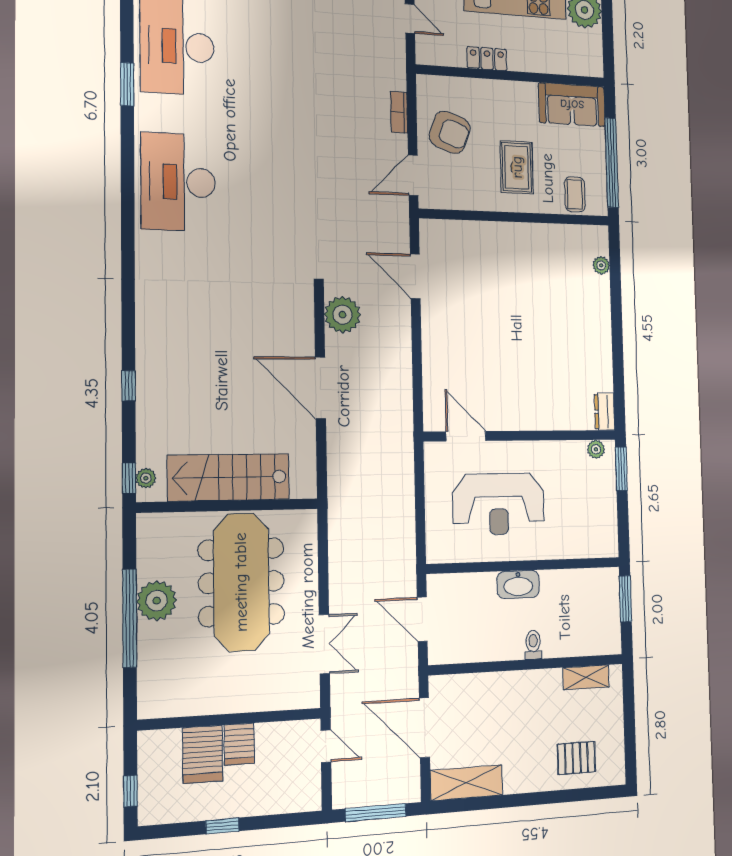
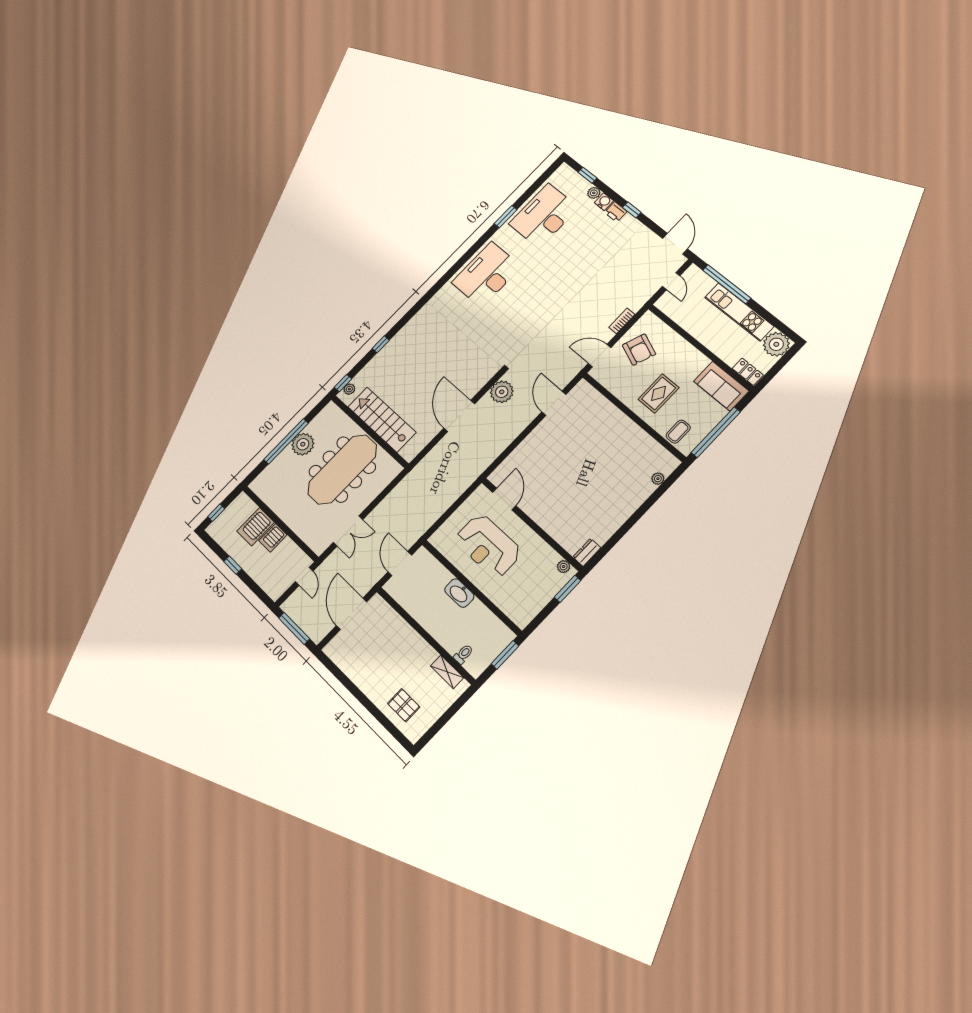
locker: (487, 59) -> (748, 372), moved
toilet: (533, 645) -> (463, 654), moved
shelving: (466, 783) -> (344, 659), removed

